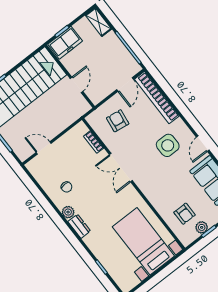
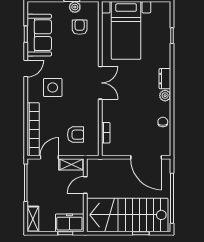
shelving: (102, 93) -> (71, 164), added
armchair: (118, 121) -> (76, 135), turned -98
door: (44, 148) -> (146, 157), width x1.88
double door: (121, 168) -> (100, 83), moved
chair: (67, 187) -> (163, 122), moved

